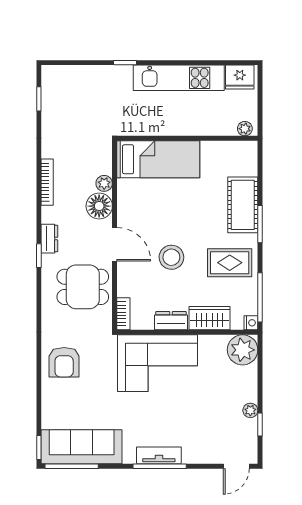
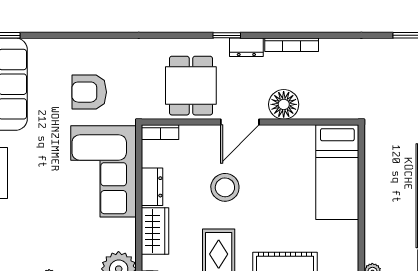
bookcase: (47, 182) -> (292, 45), moved
plant: (104, 183) -> (310, 110), removed
armchair: (64, 362) -> (89, 92), moved

